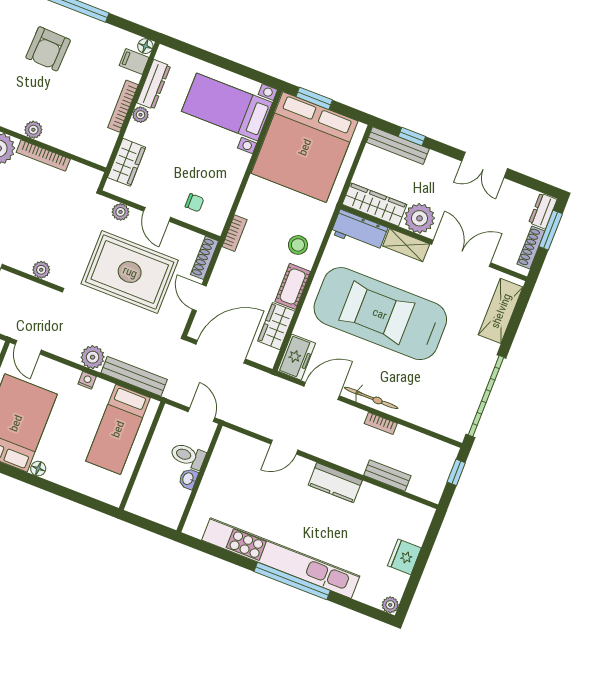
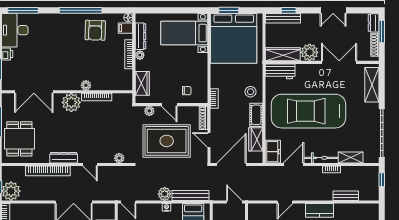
armchair: (48, 49) -> (95, 30), moved
shelving: (406, 245) -> (351, 157), moved

